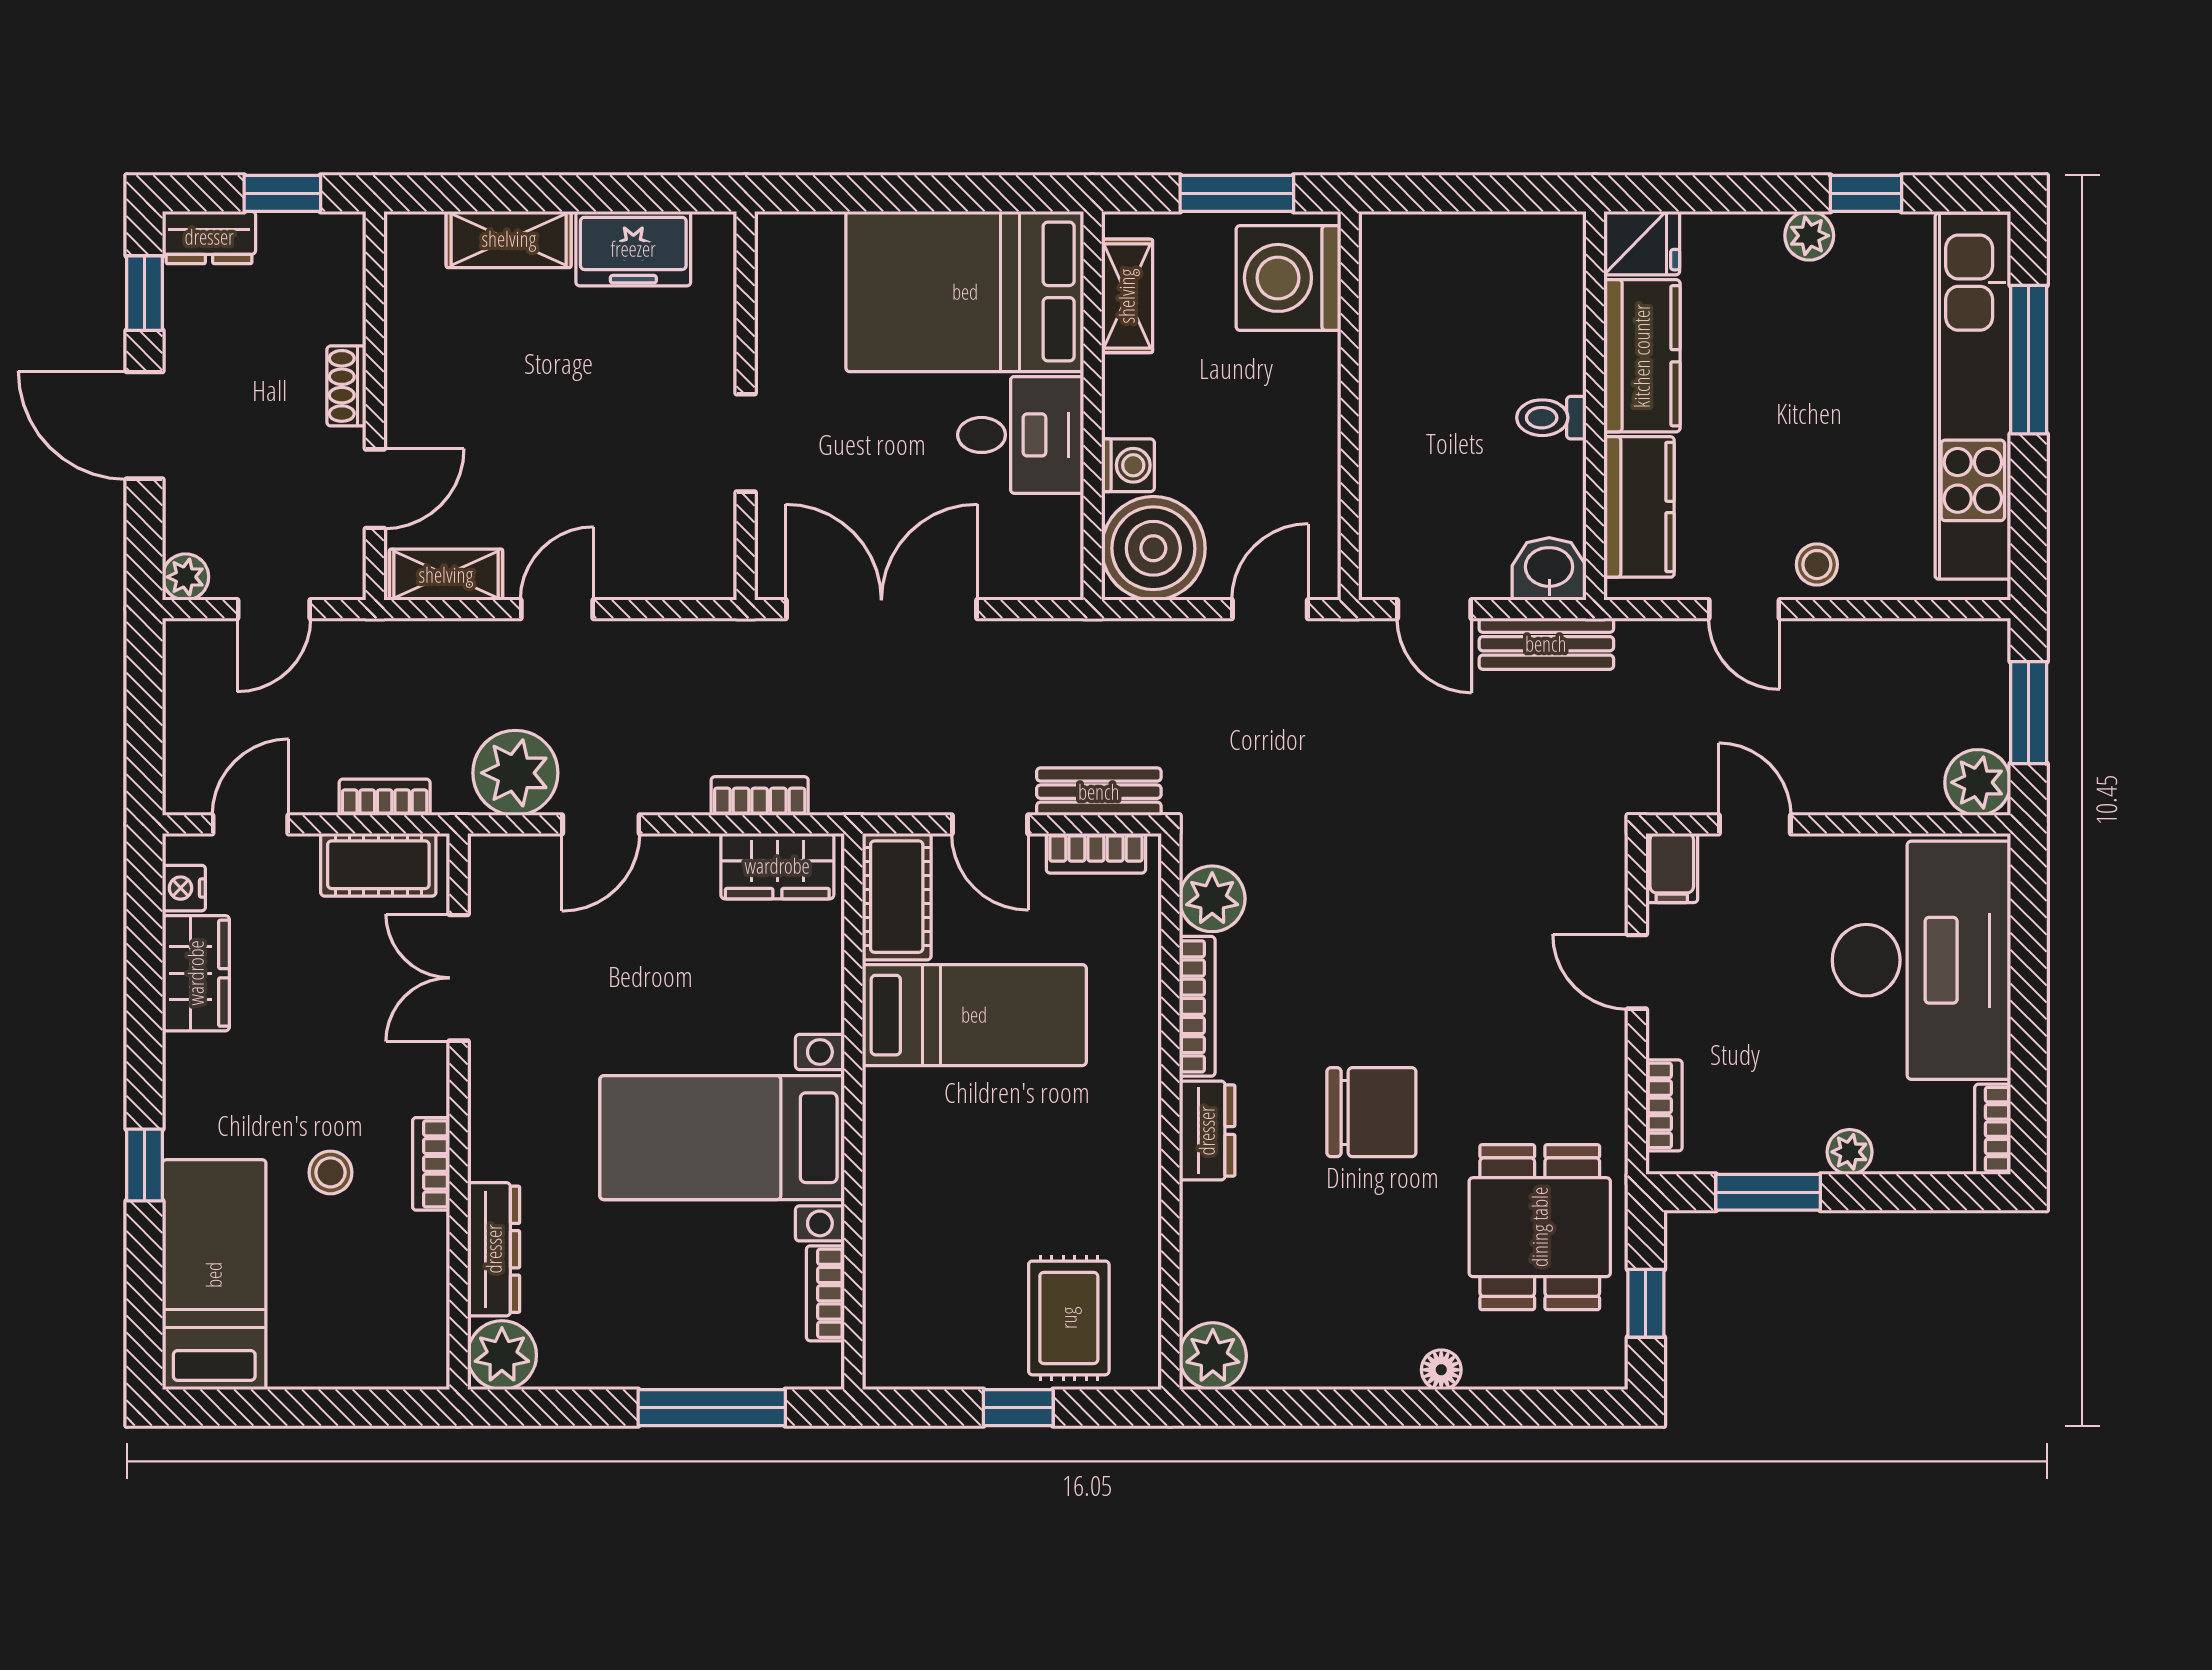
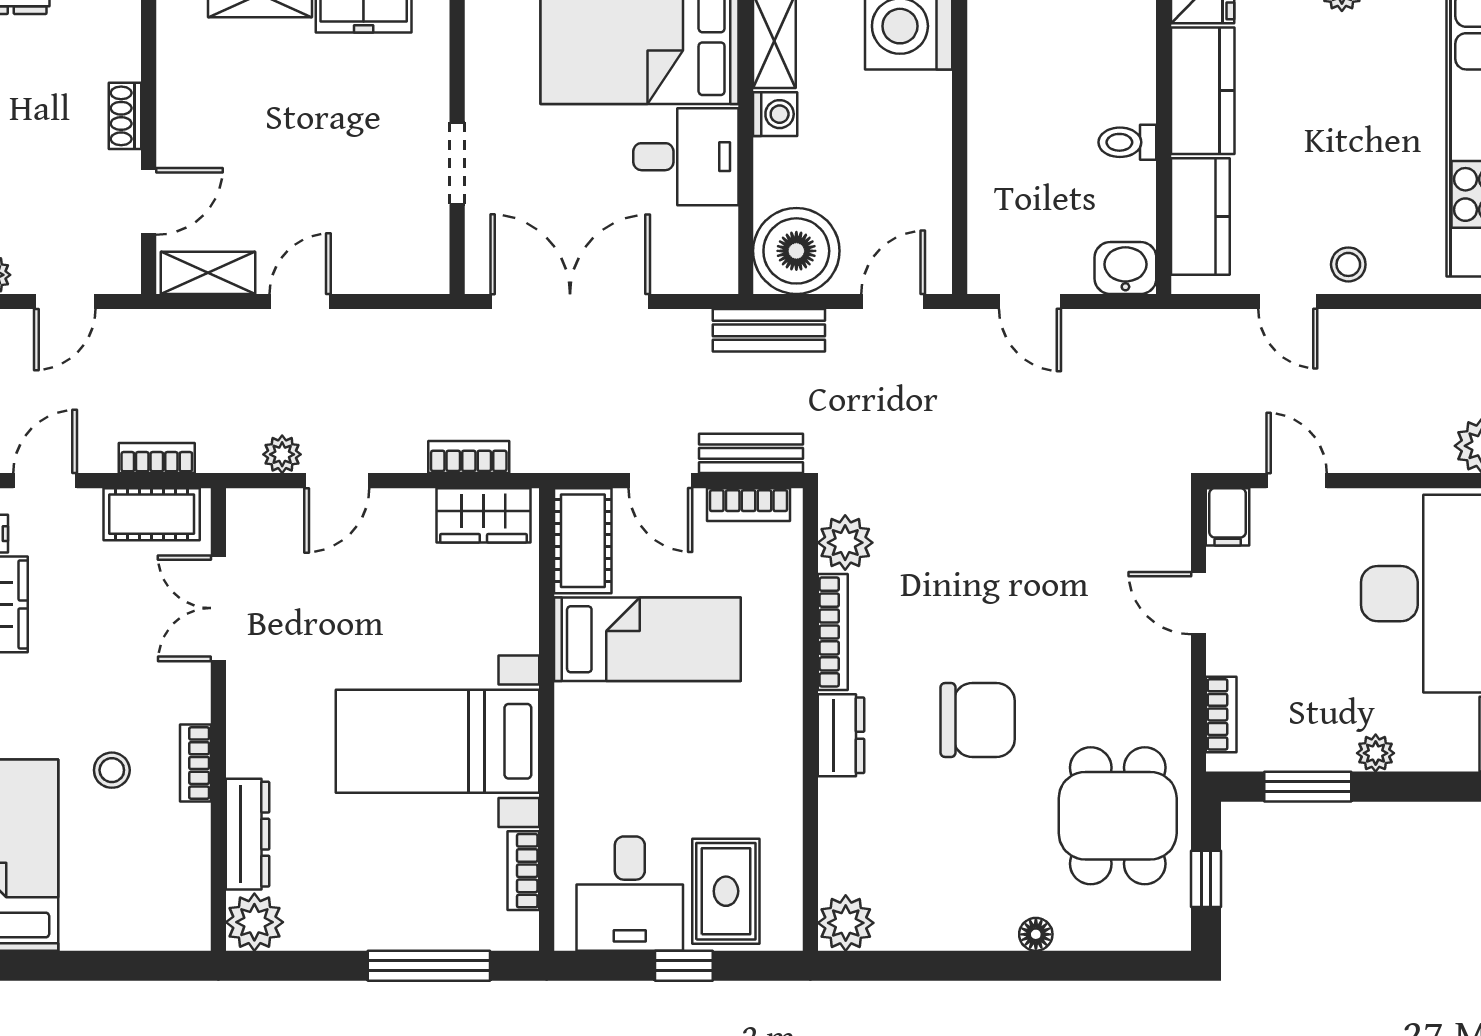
washing machine: (1128, 465) -> (775, 114), moved
bench: (1546, 644) -> (769, 330), moved
plant: (515, 773) -> (282, 454), width x0.53, depth x0.53
desk: (953, 1321) -> (630, 894), added

